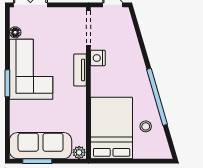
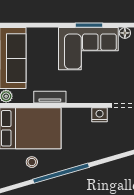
tv unit: (80, 70) -> (50, 97), moved
window: (7, 83) -> (89, 25), moved

